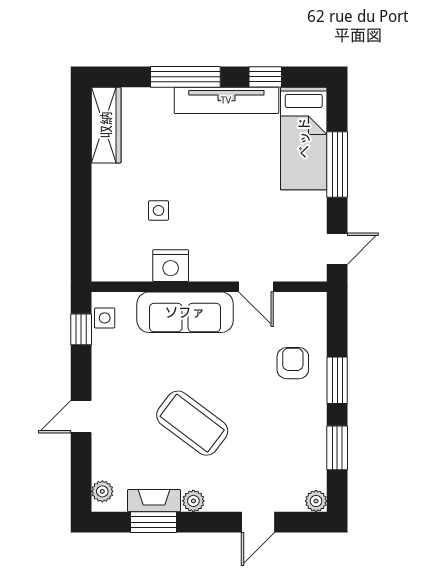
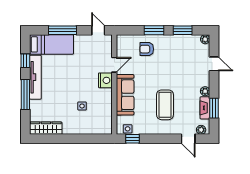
nightstand: (171, 266) -> (105, 80), moved
door: (81, 417) -> (188, 139), moved
coffee table: (192, 423) -> (165, 105), moved, turned -37

